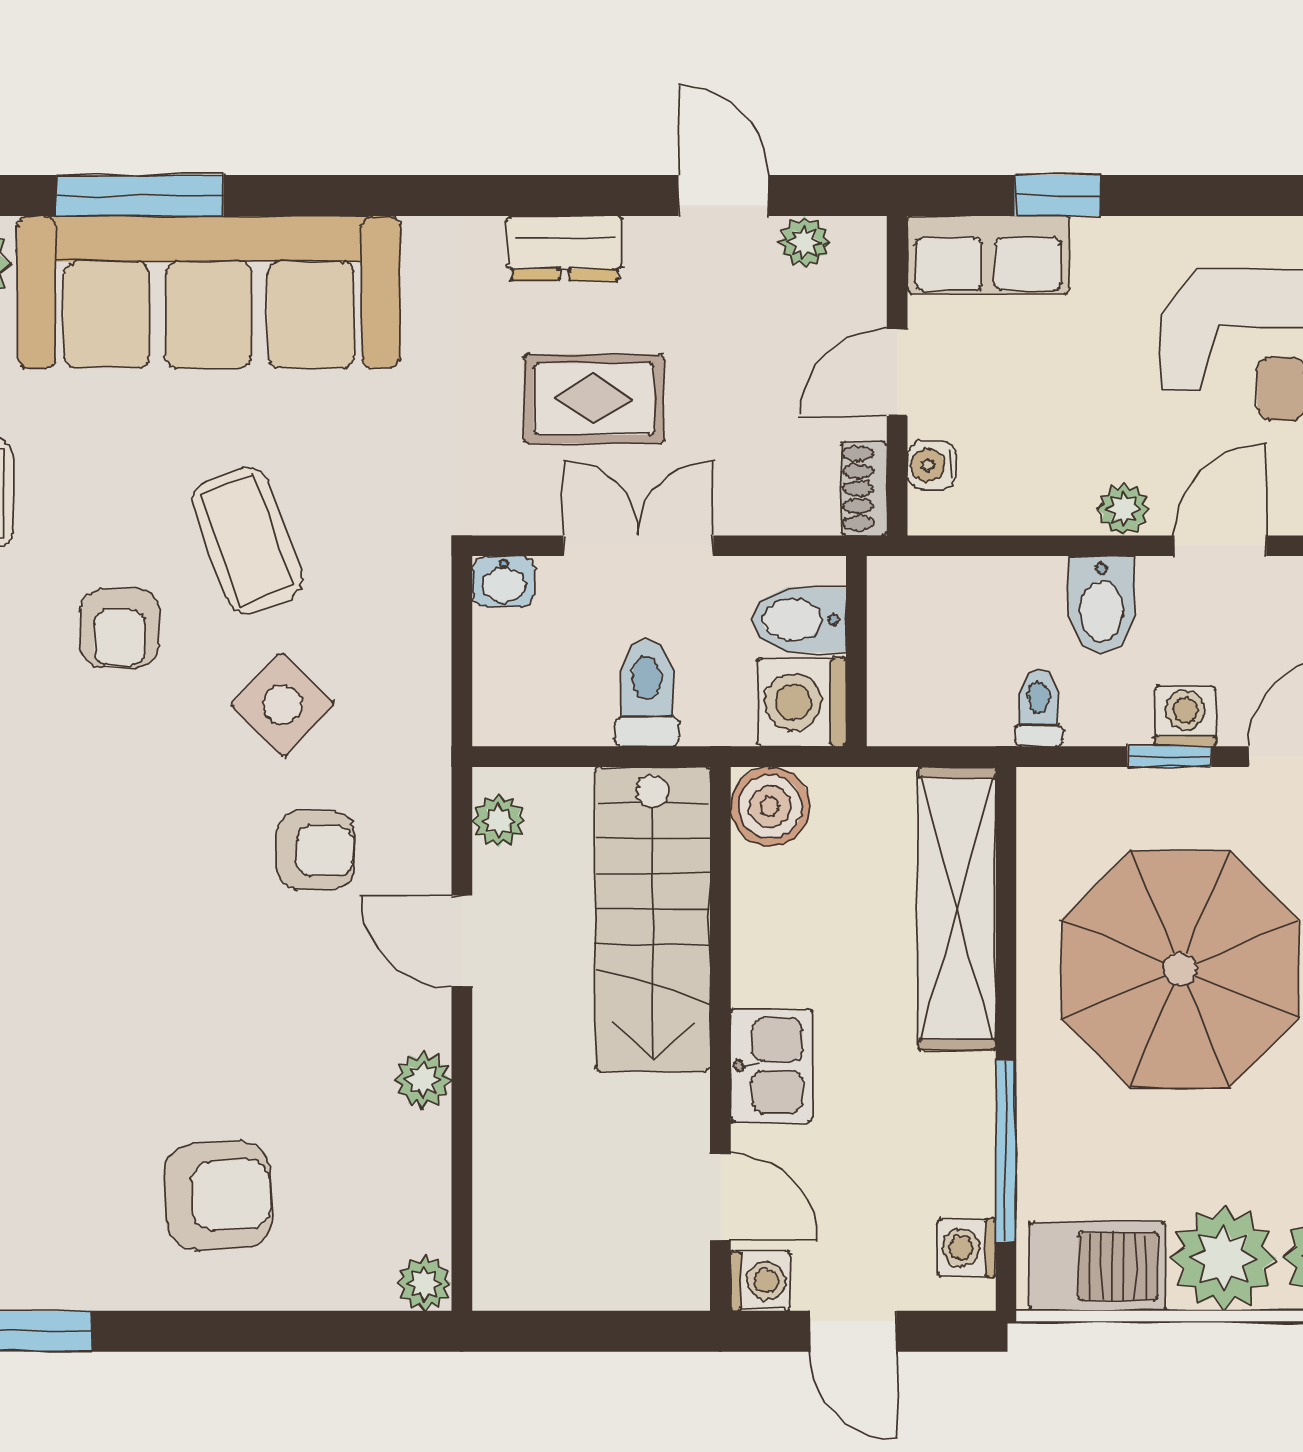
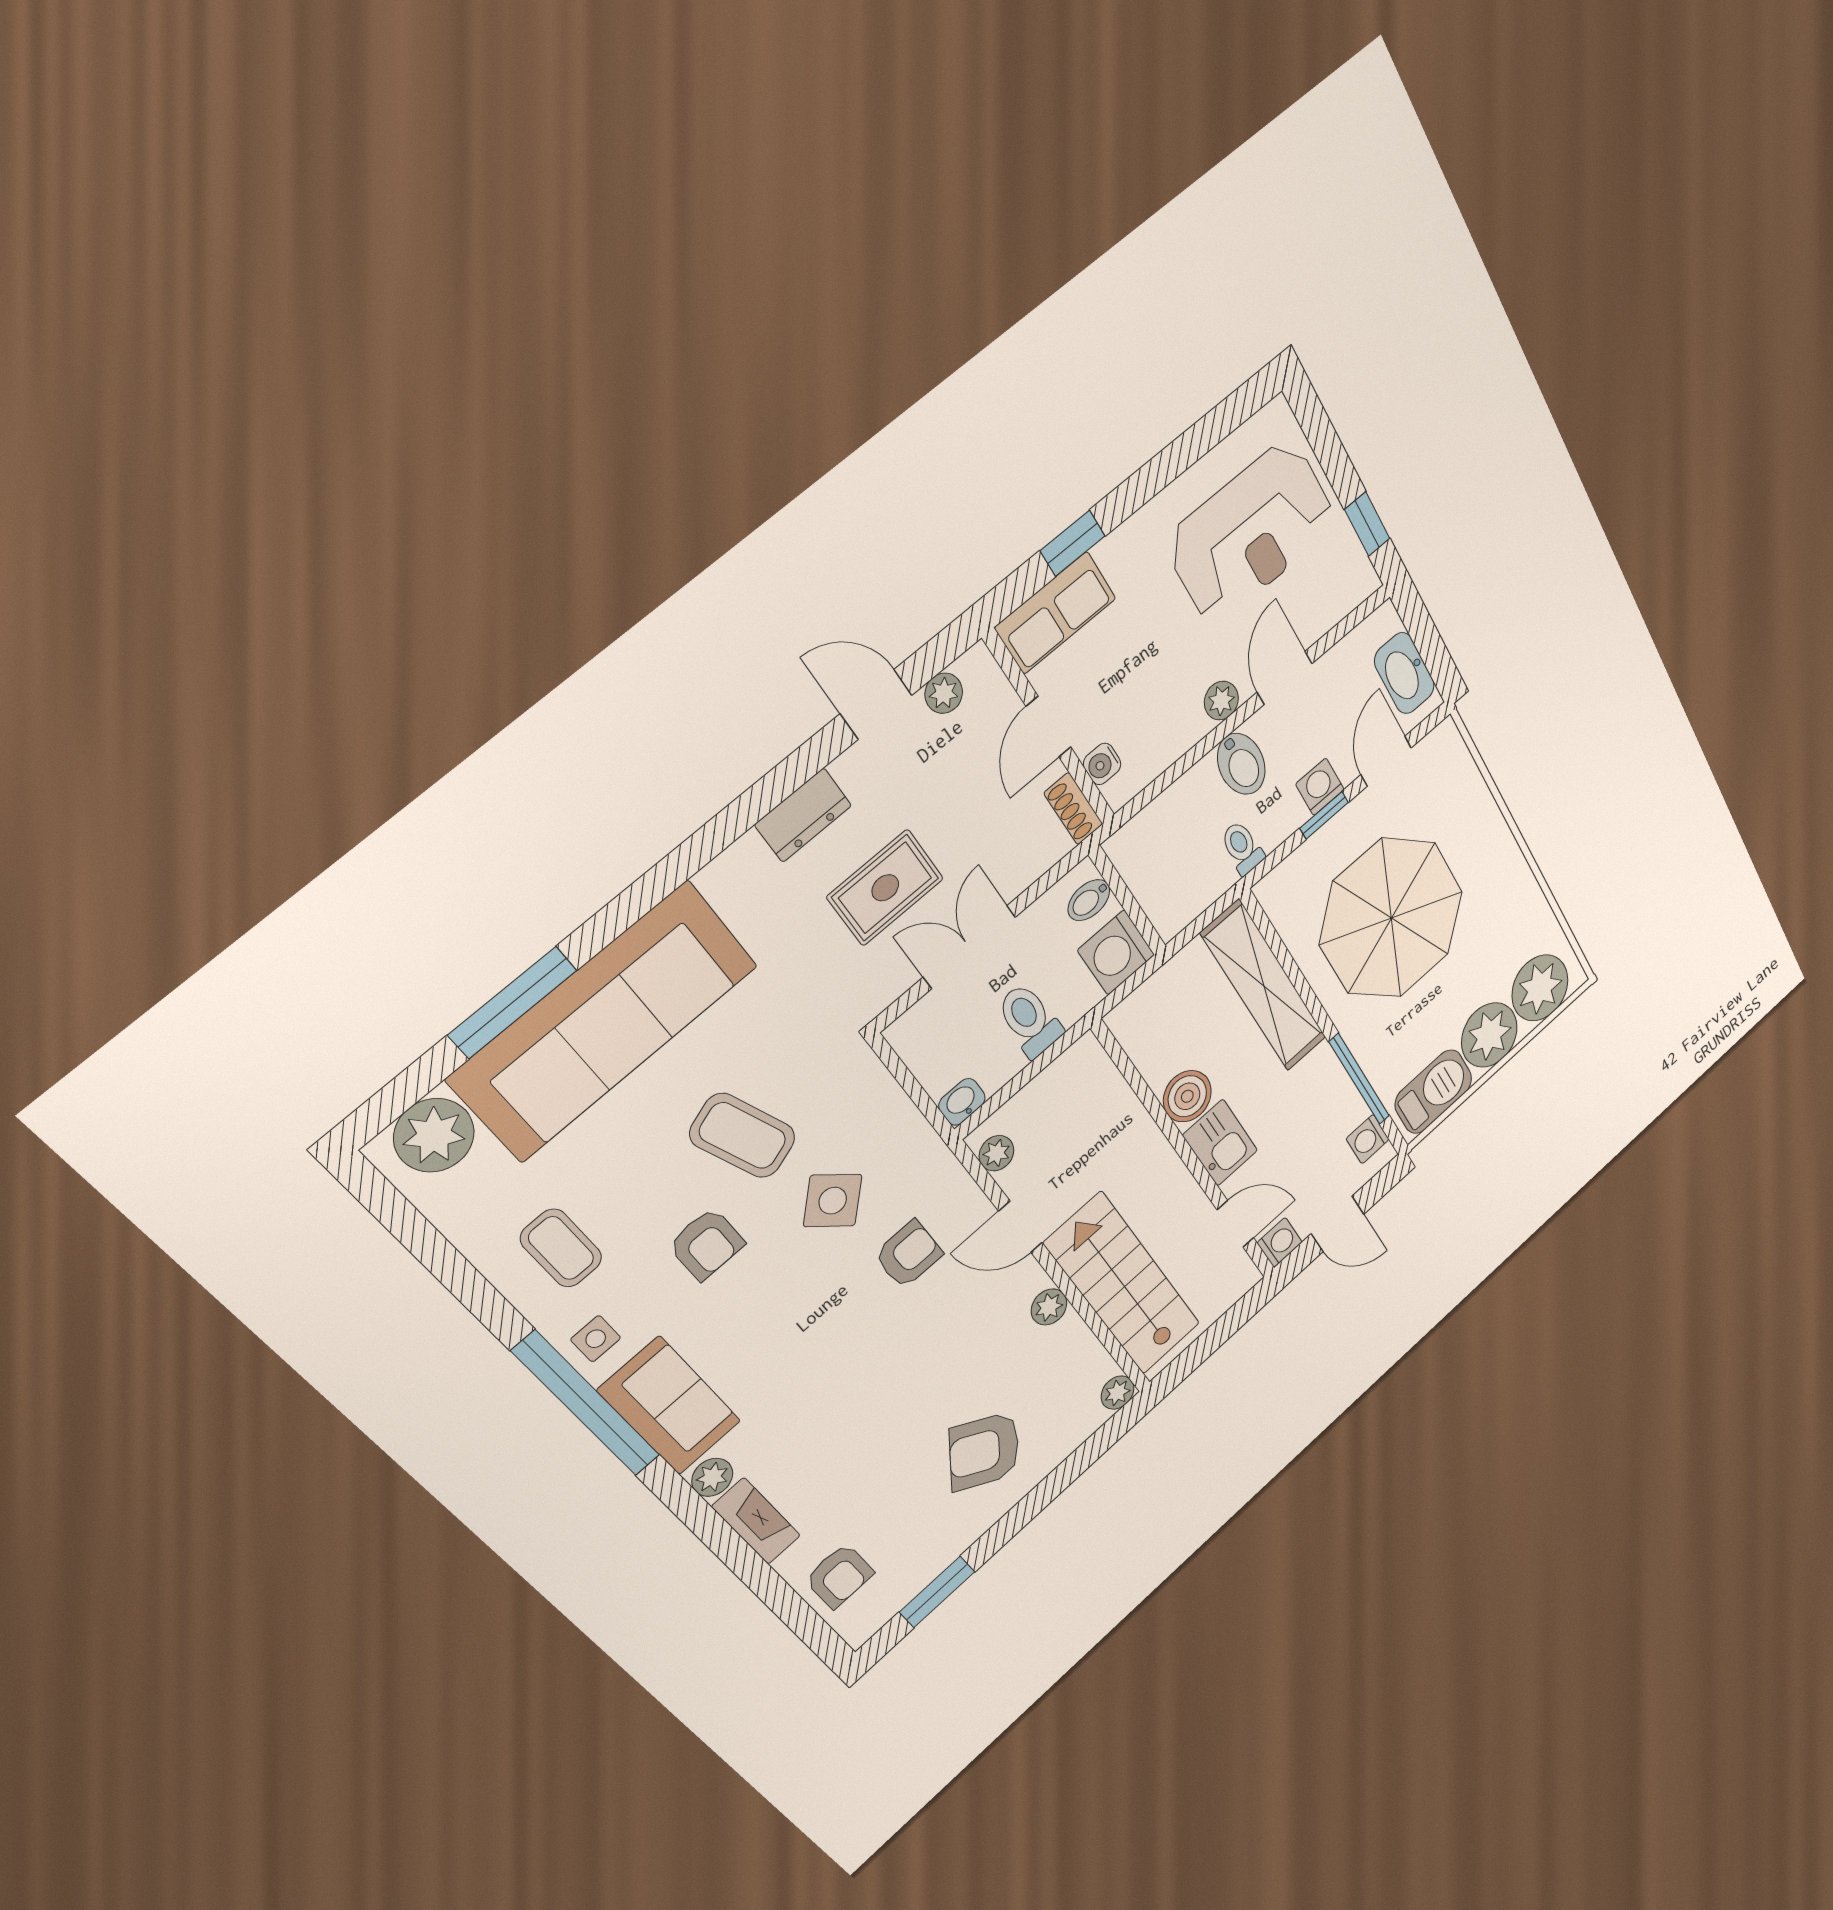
washbasin: (504, 582) -> (962, 1102), moved, turned 180
bidet: (799, 620) -> (1089, 900), width x0.72, depth x0.74
boiler: (770, 806) -> (1187, 1096), moved
stairs: (653, 919) -> (1123, 1284), moved, turned 180
armchair: (218, 1196) -> (984, 1451), turned -145

